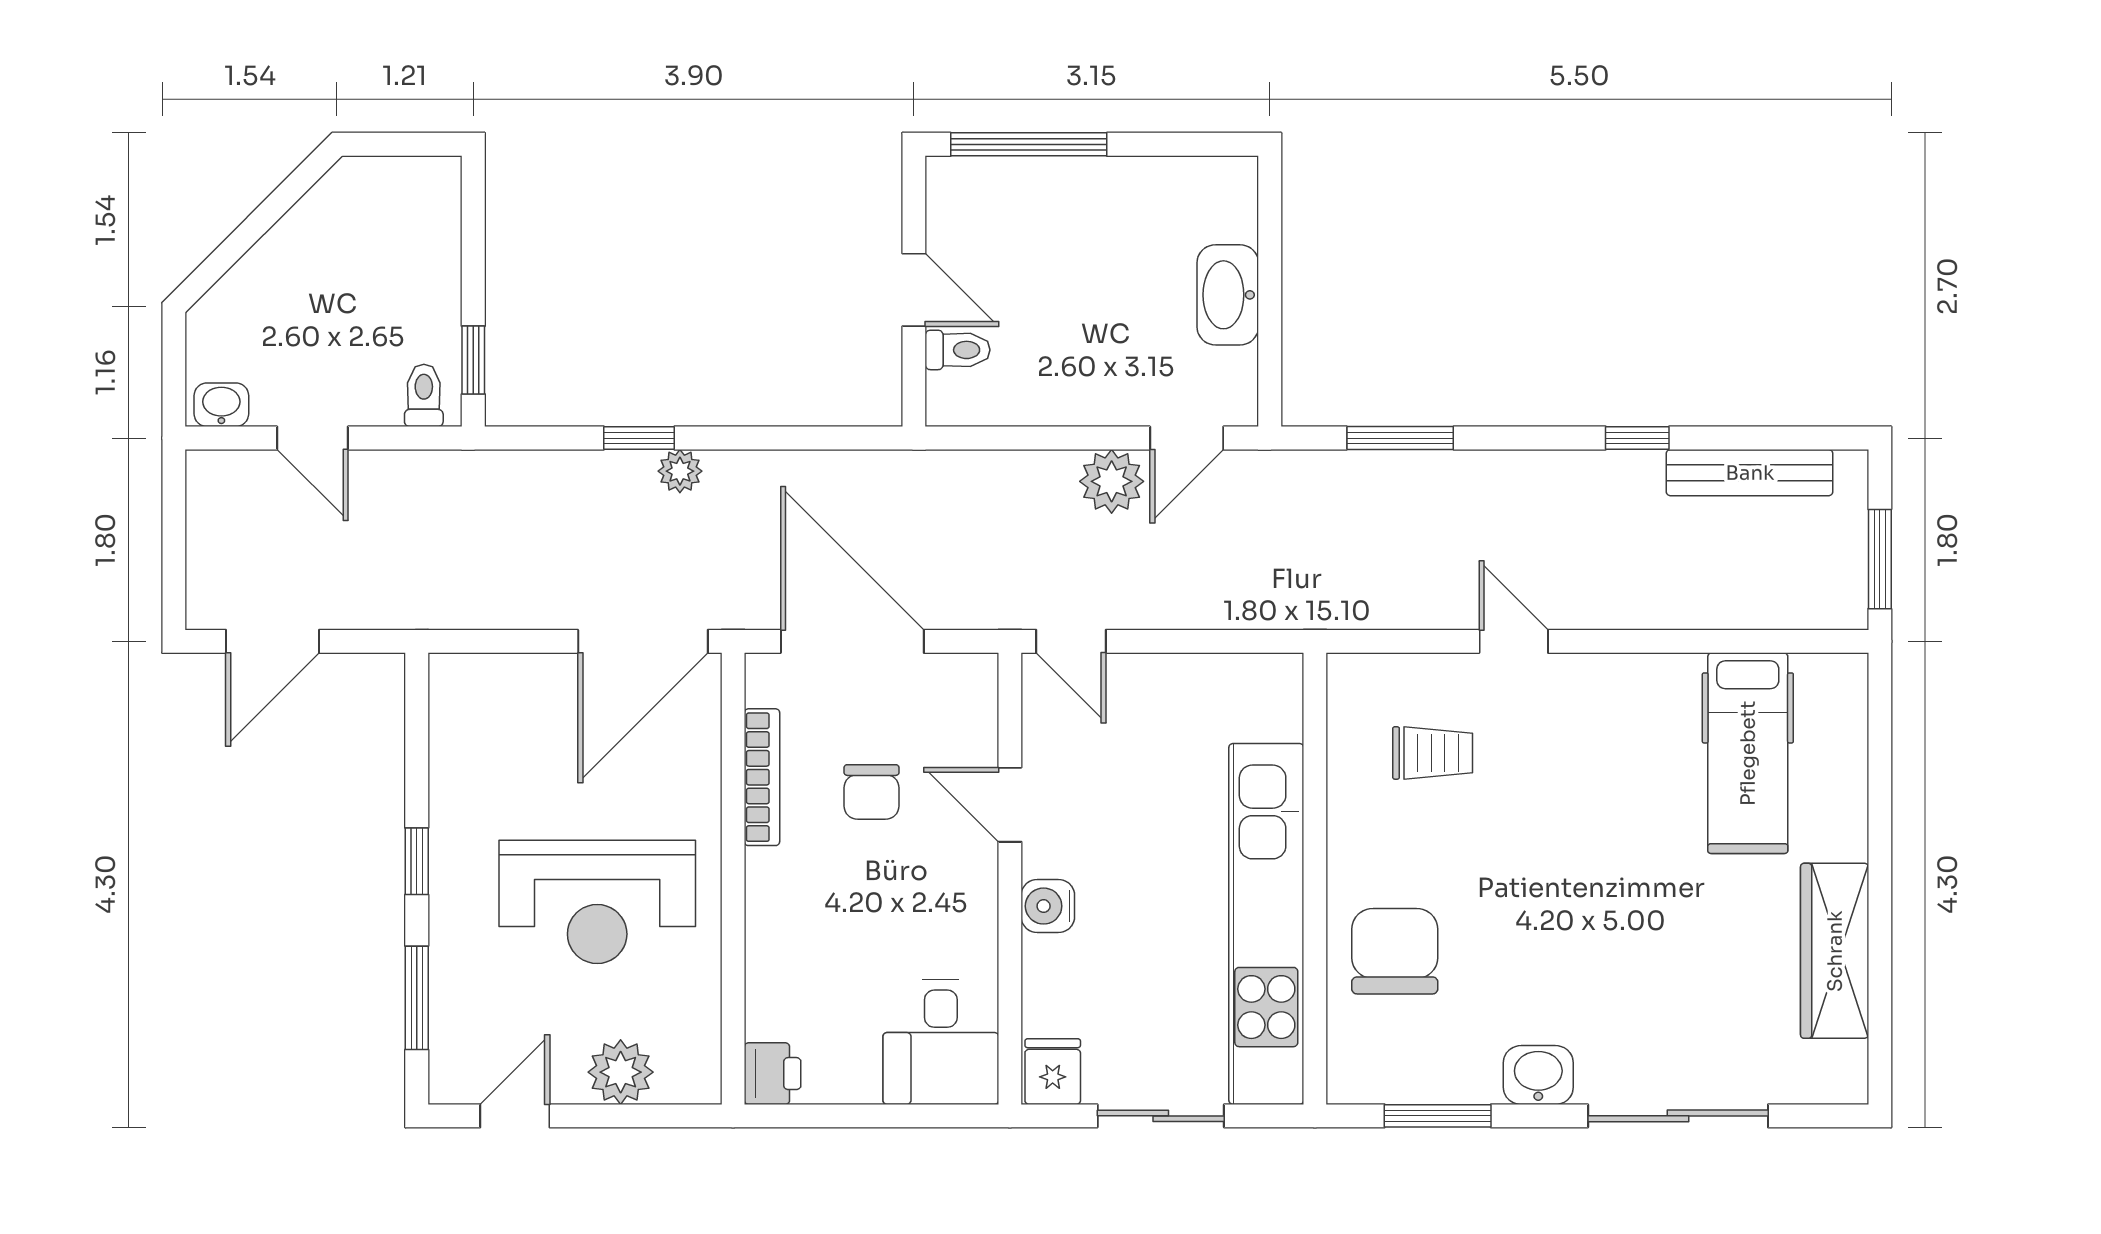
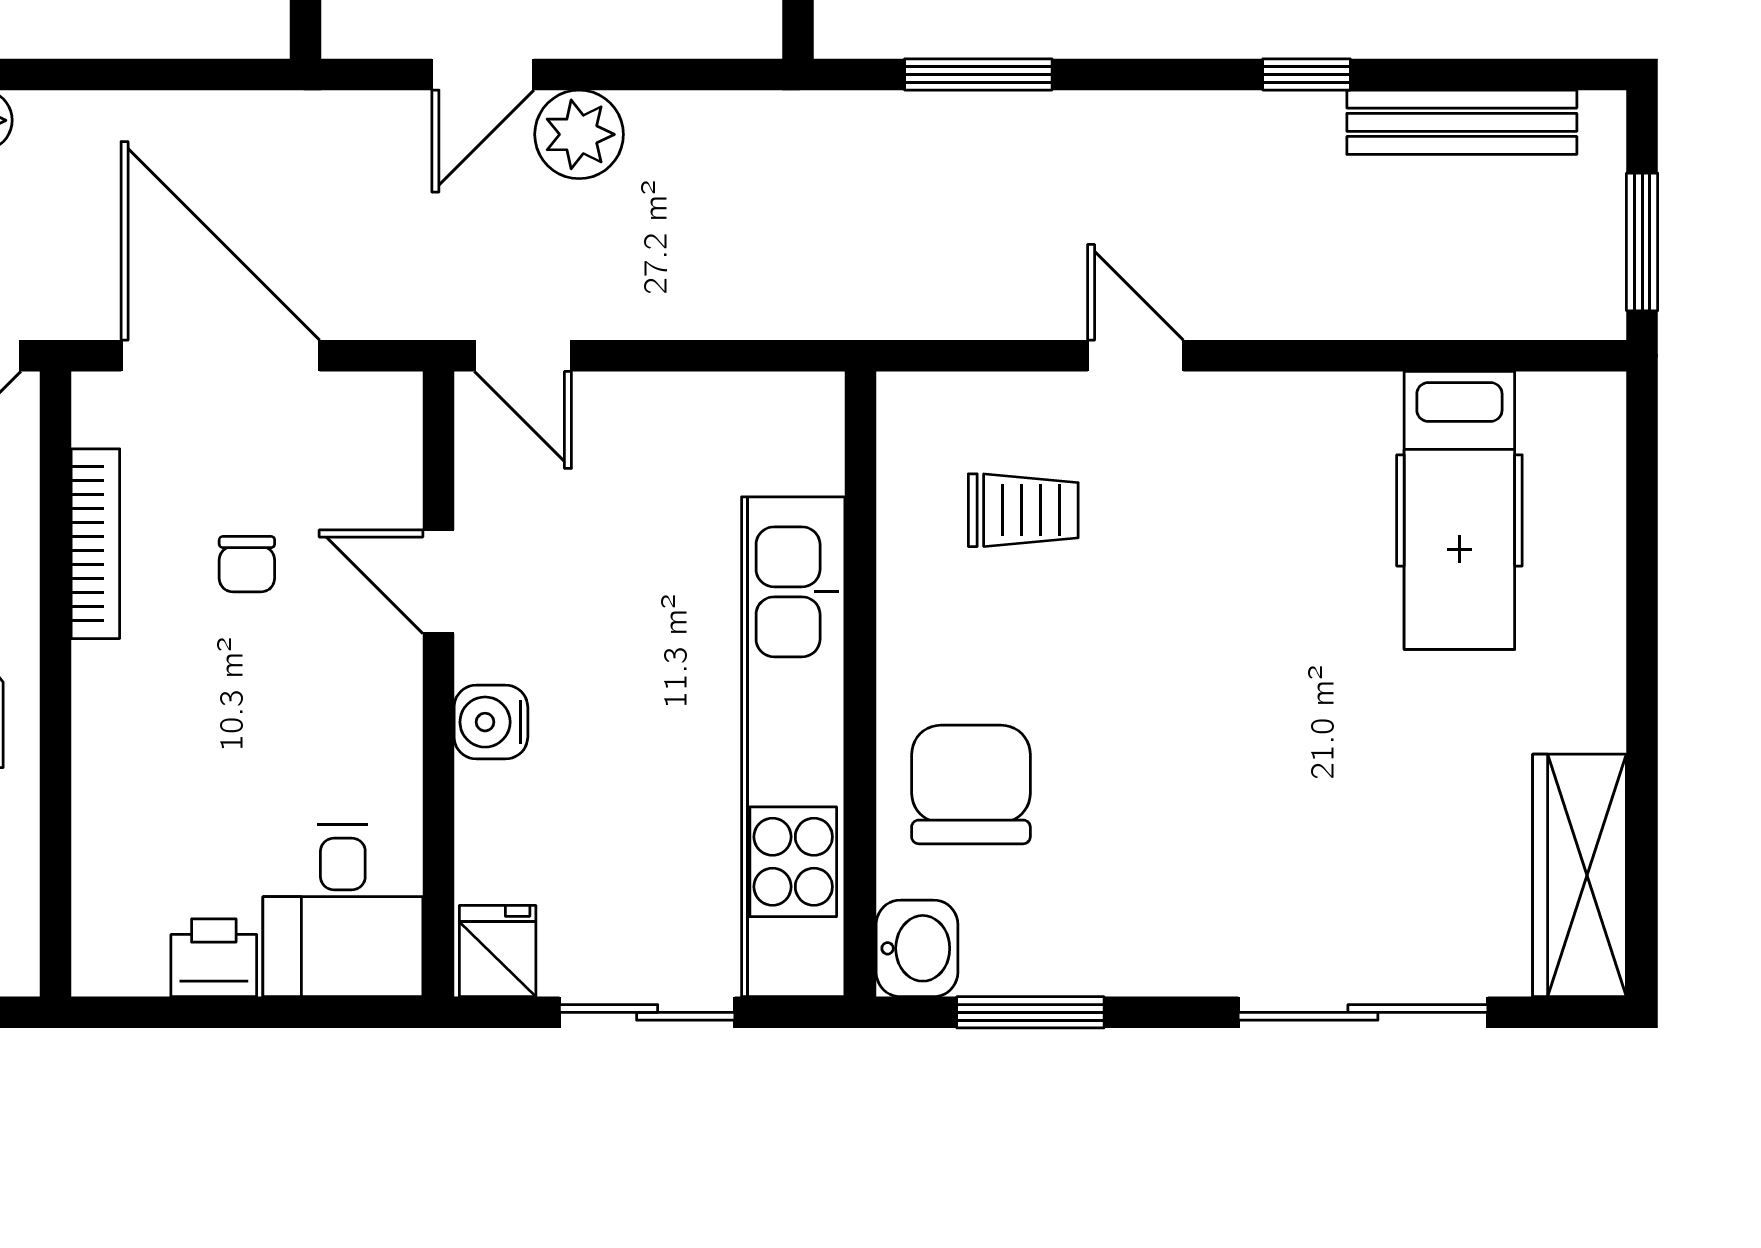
door: (1187, 438) -> (483, 74), moved
chair: (872, 792) -> (247, 564), width x0.73, depth x0.73
wardrobe: (1835, 951) -> (1580, 875), moved
printer: (773, 1074) -> (214, 958), moved, turned -90
washbasin: (1538, 1075) -> (917, 948), moved, turned 90

